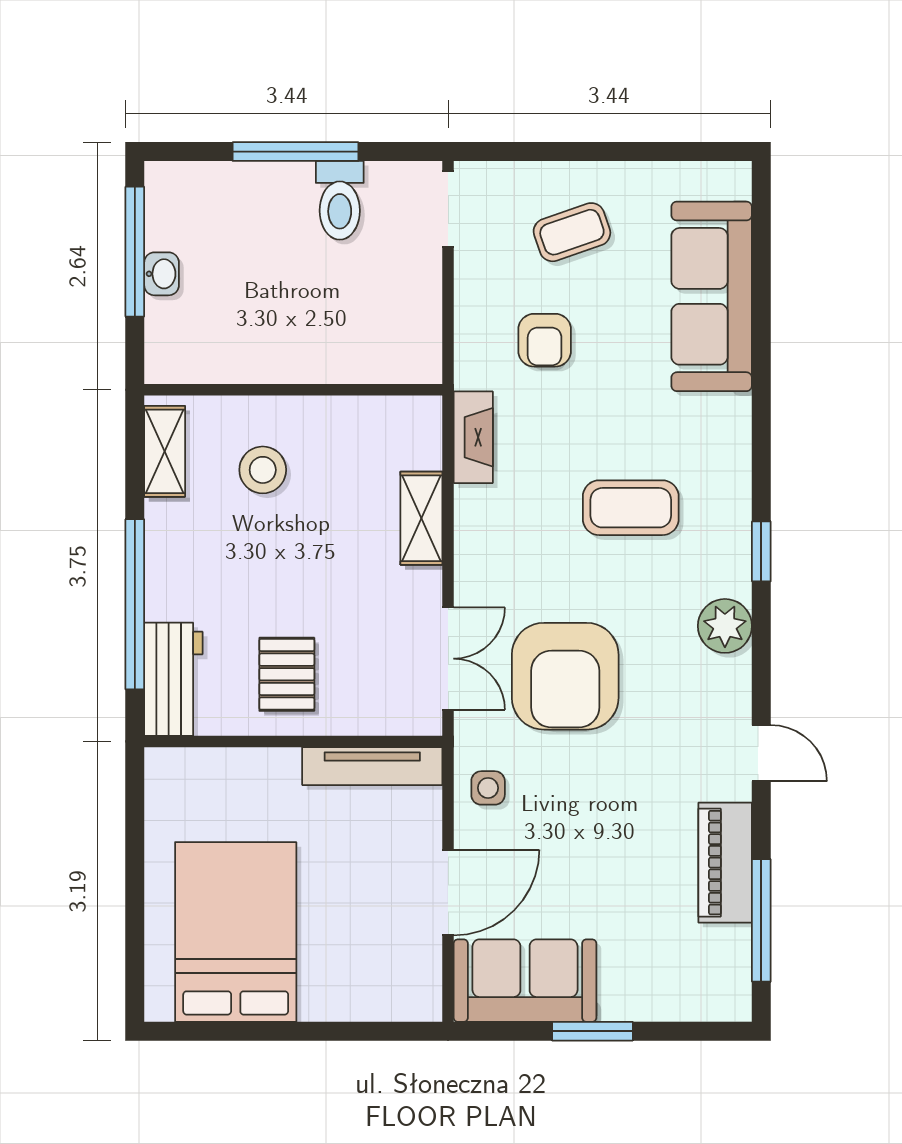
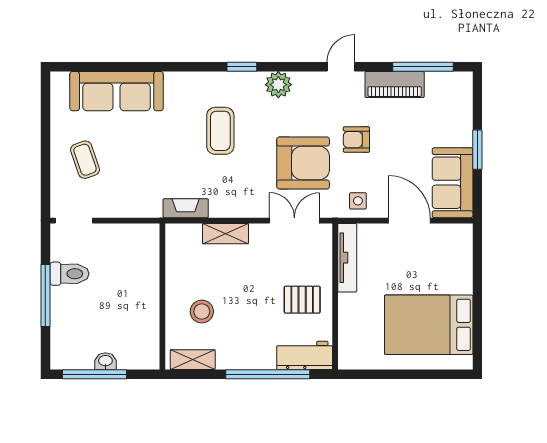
armchair: (545, 340) -> (356, 140), moved, turned 180

